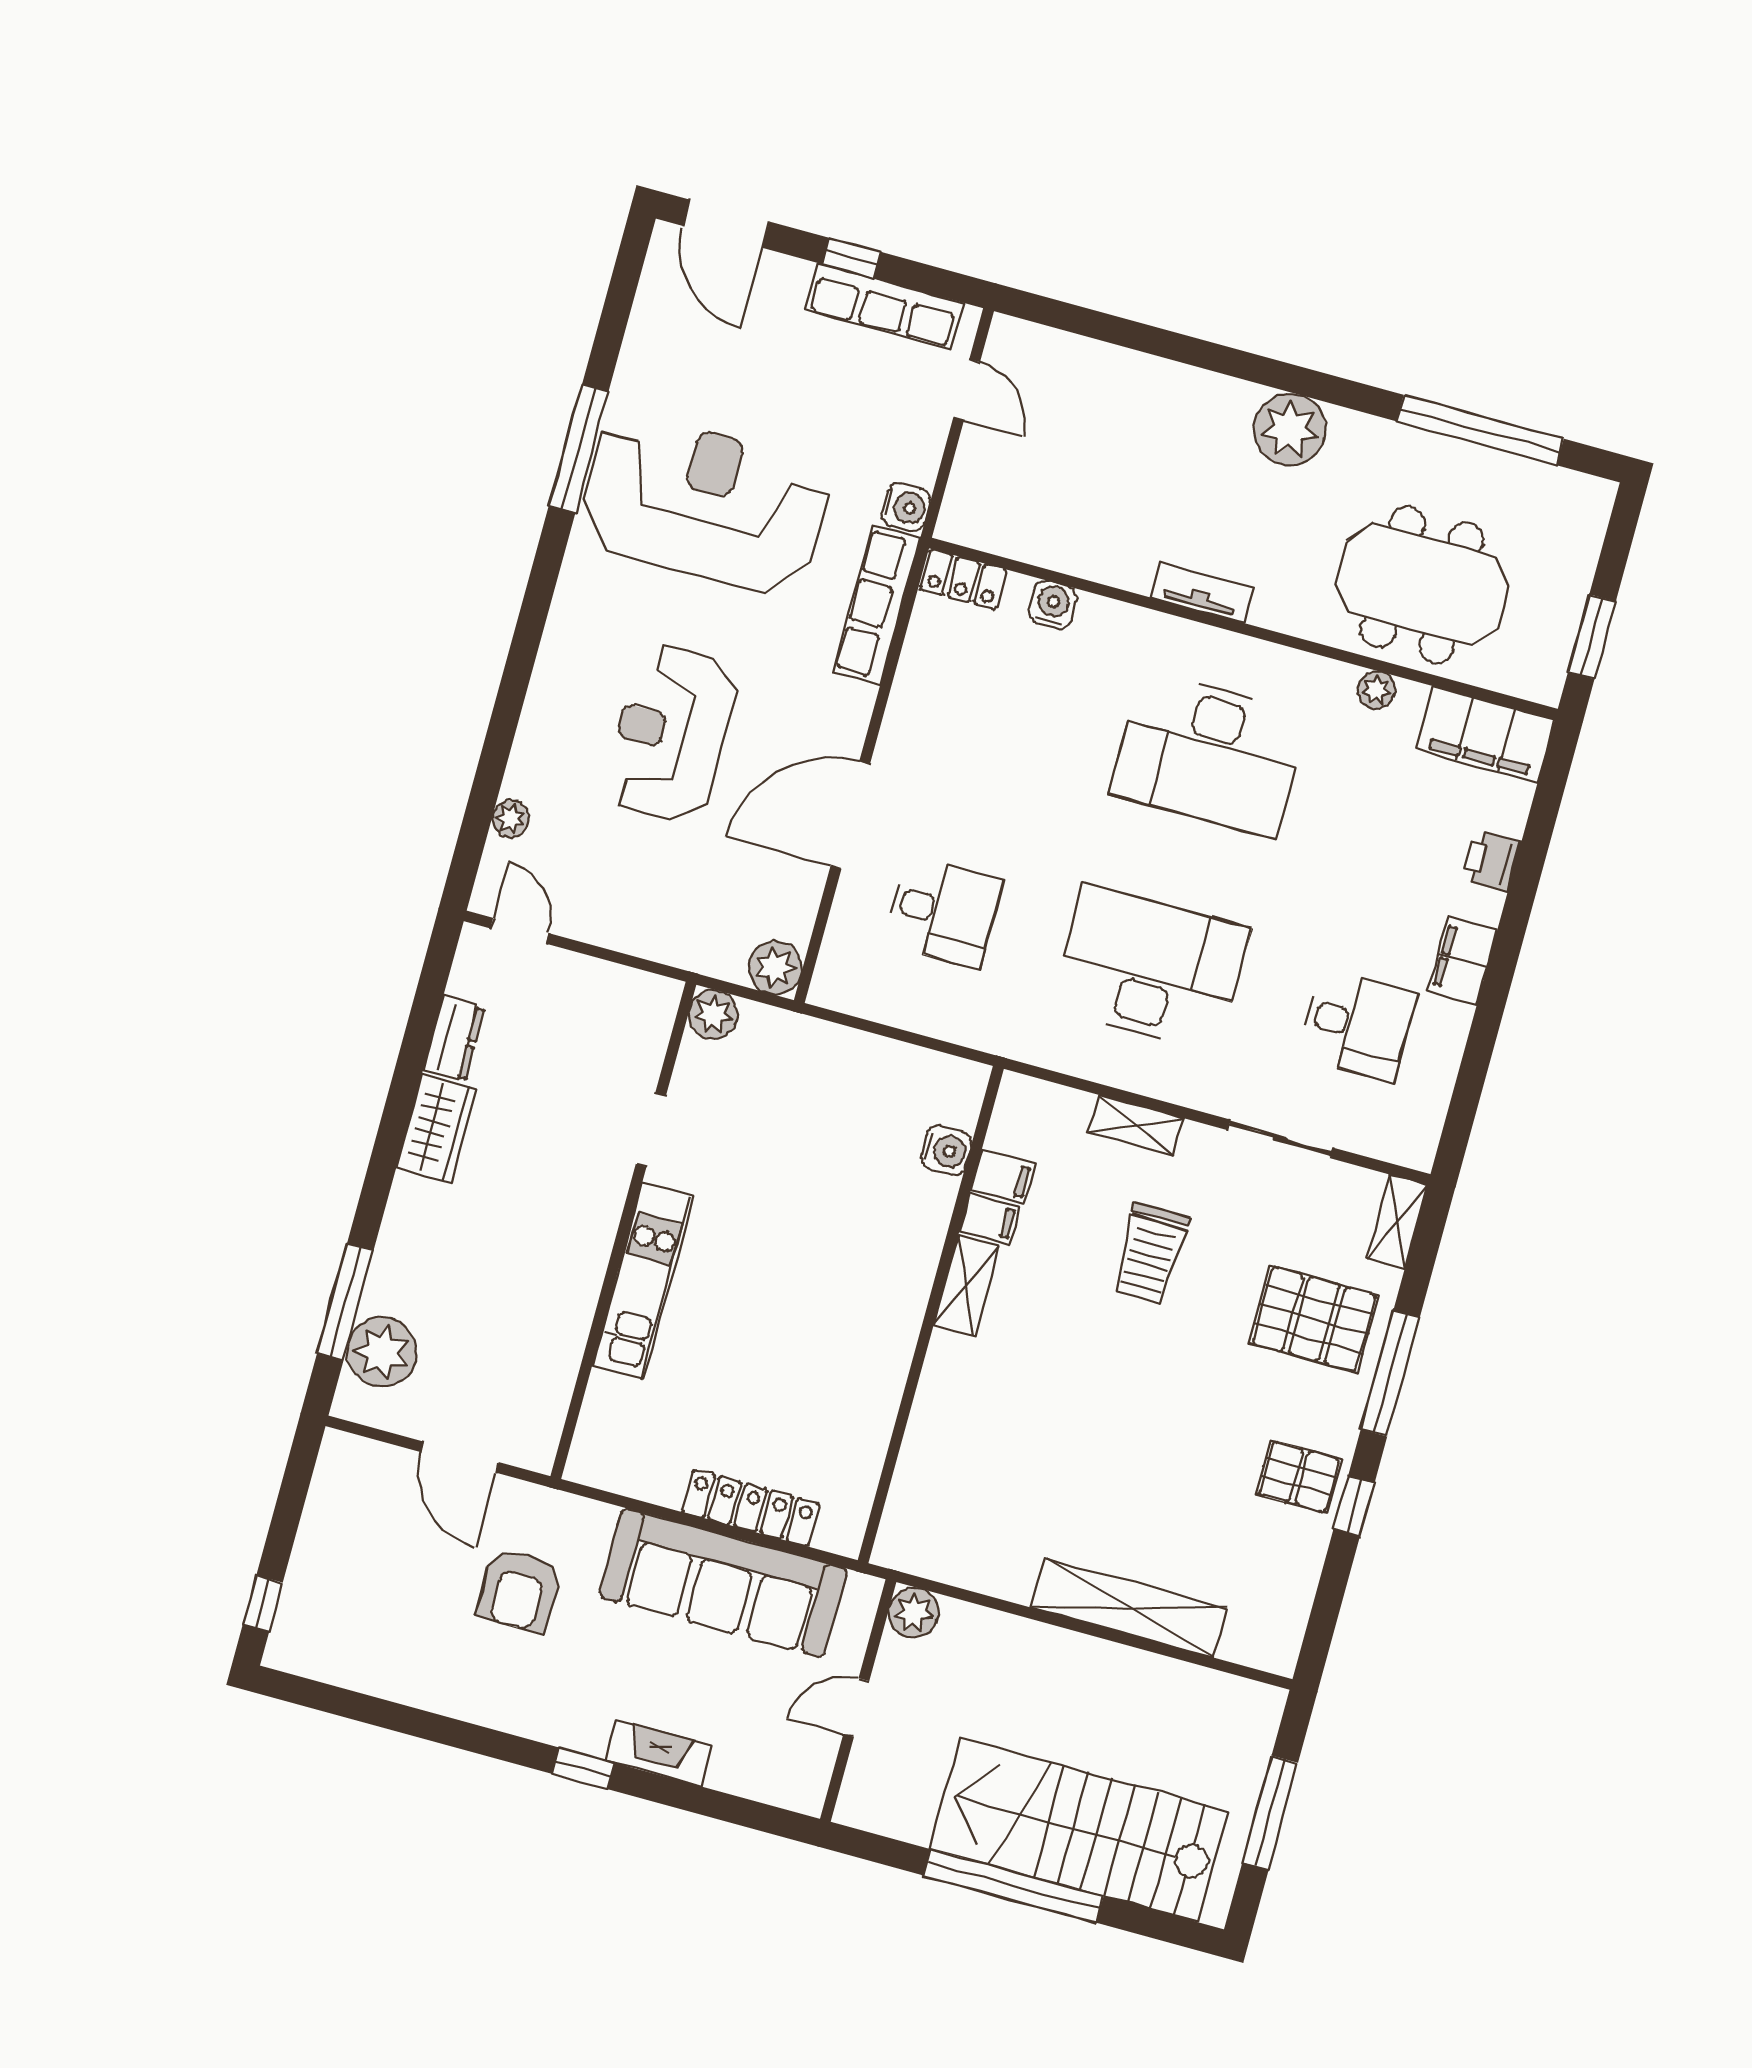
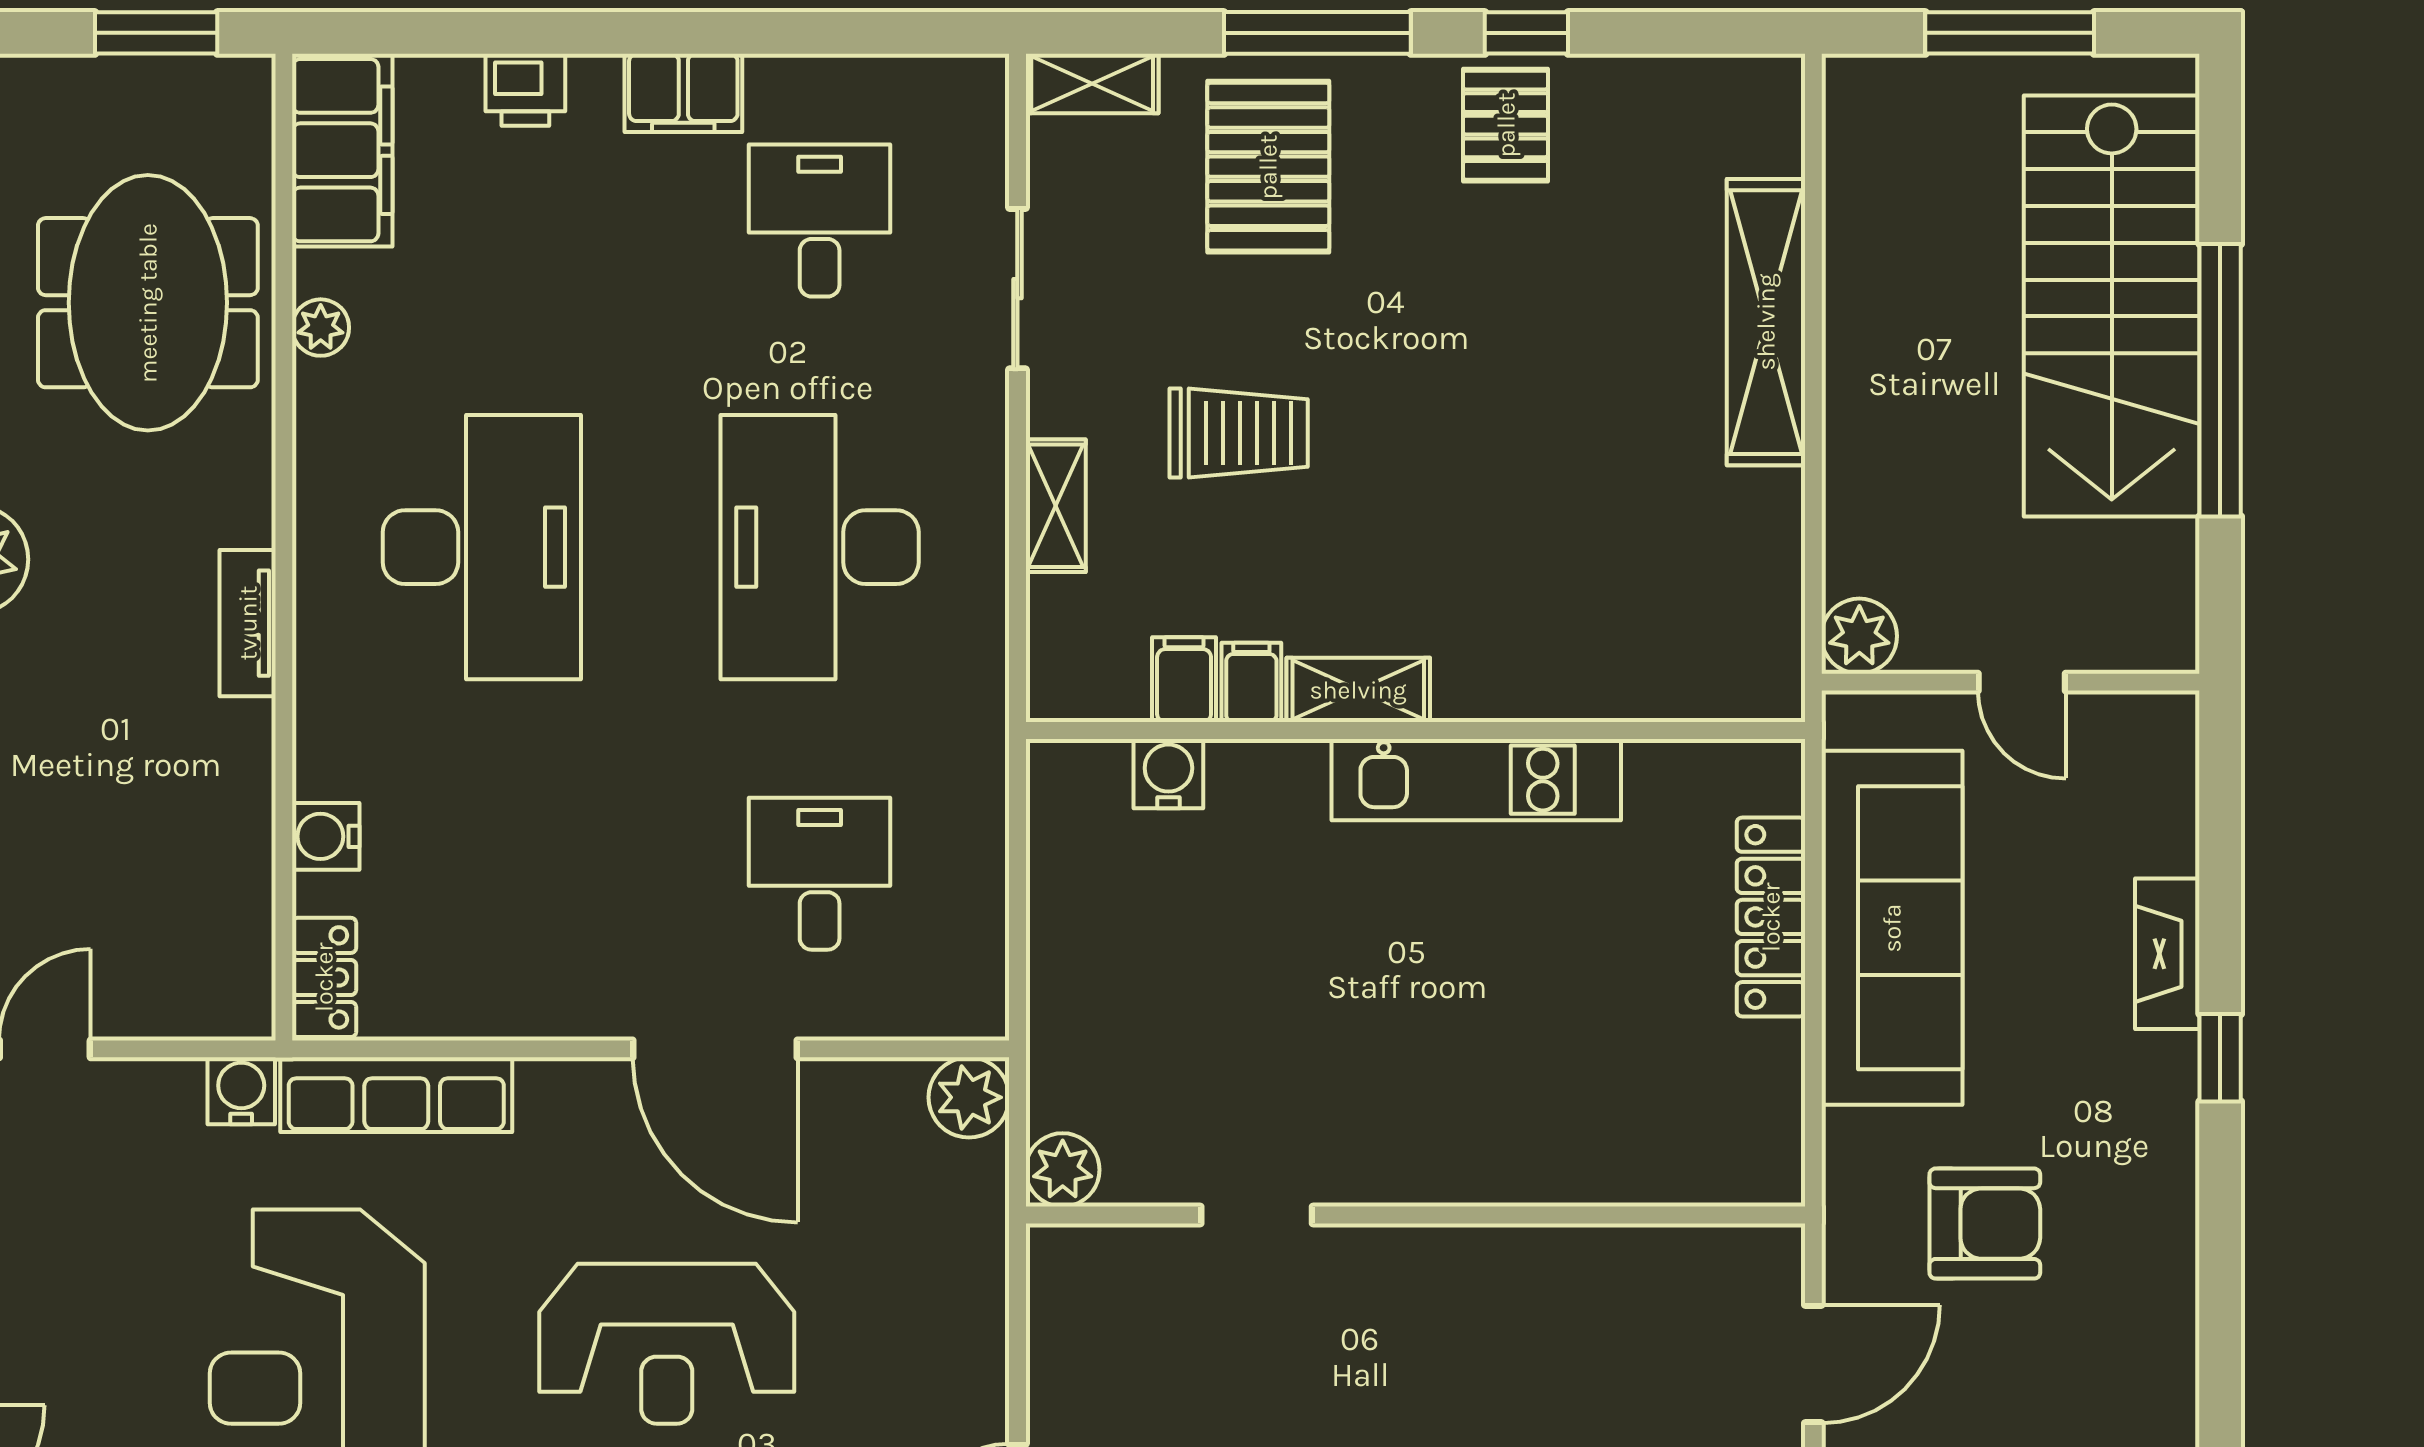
kitchen unit: (643, 1281) -> (1476, 780), moved, turned 180

